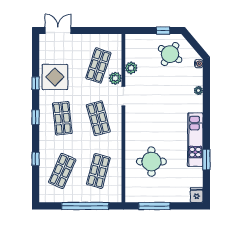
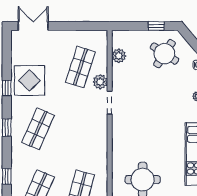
plant: (131, 68) -> (119, 56), moved
shop shelf: (62, 118) -> (38, 129), turned 30
shop shelf: (98, 118) -> (80, 129), removed

